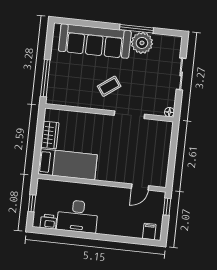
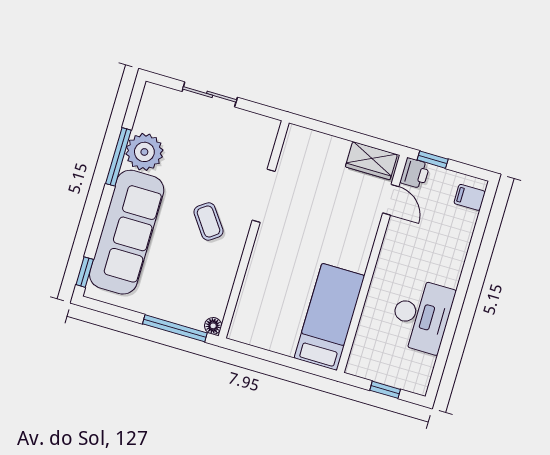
window: (68, 21) -> (85, 272), added
floor lamp: (169, 112) -> (213, 326), moved
wardrobe: (50, 135) -> (371, 161), moved, turned 180
printer: (48, 222) -> (415, 173), moved, turned 180

